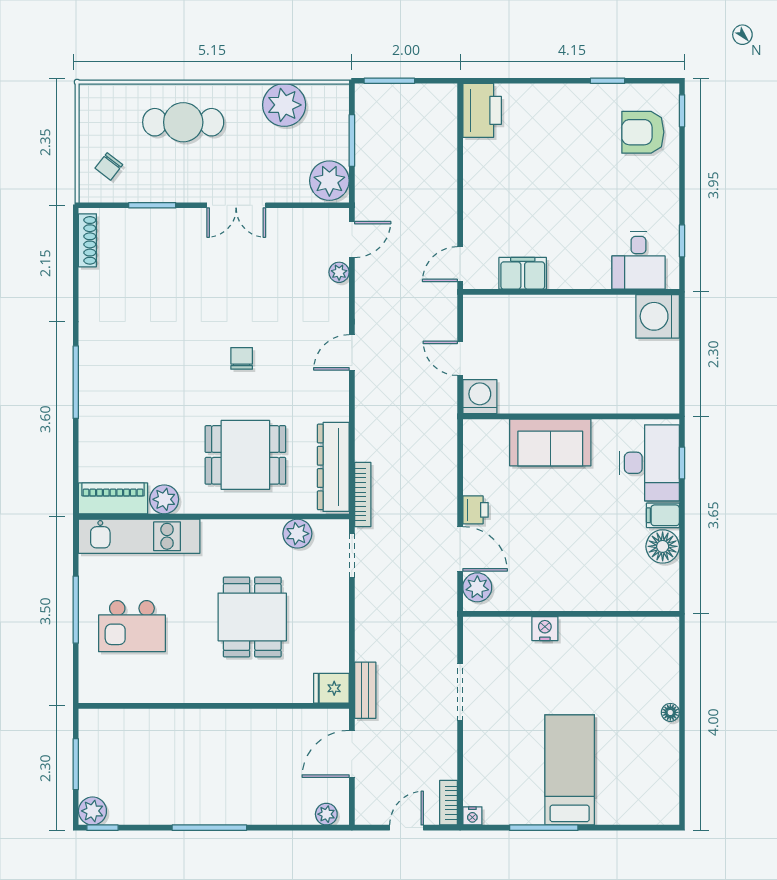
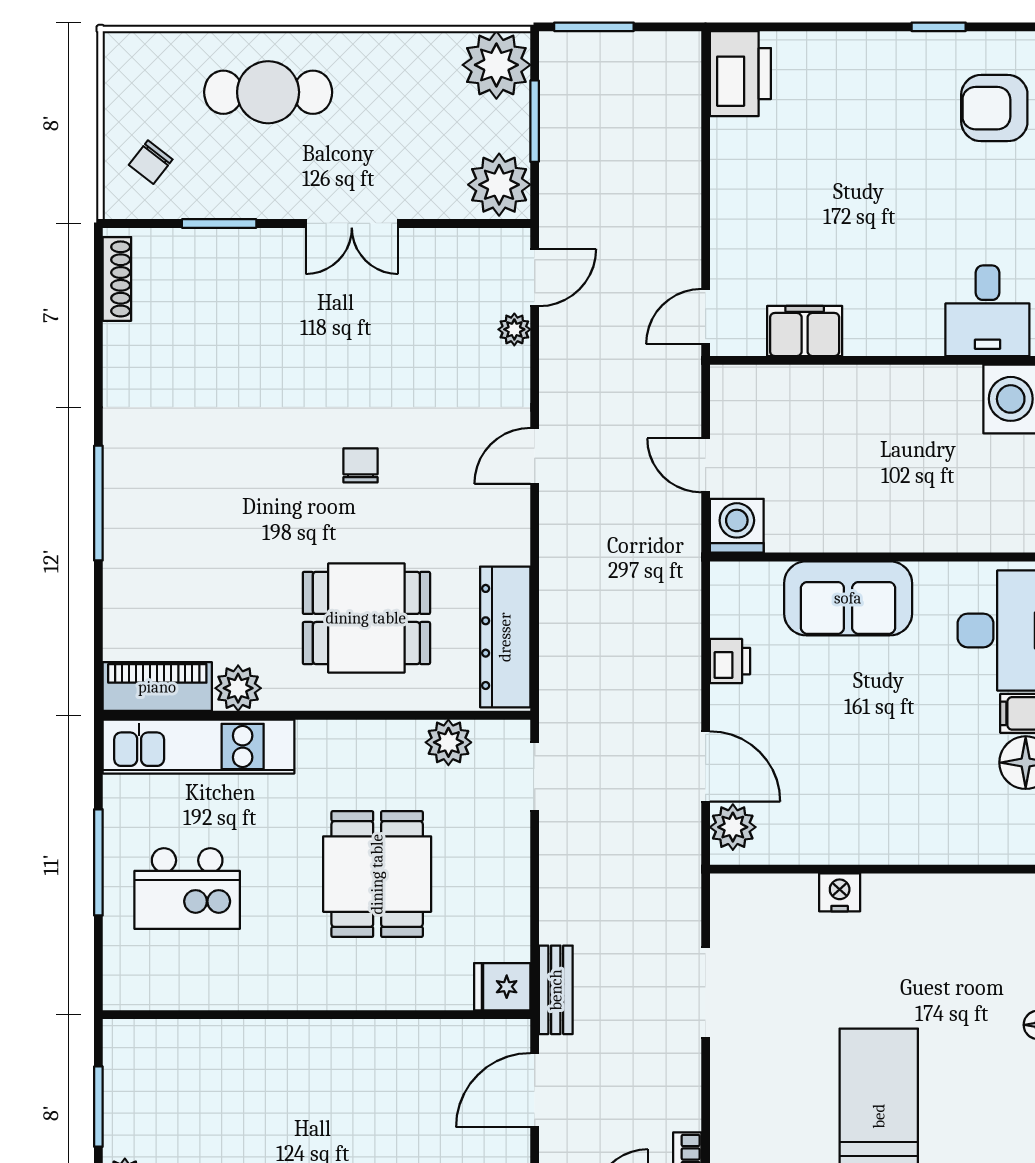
plant: (284, 105) -> (496, 65), moved
bookcase: (363, 494) -> (552, 680), removed
printer: (475, 510) -> (730, 661), moved

